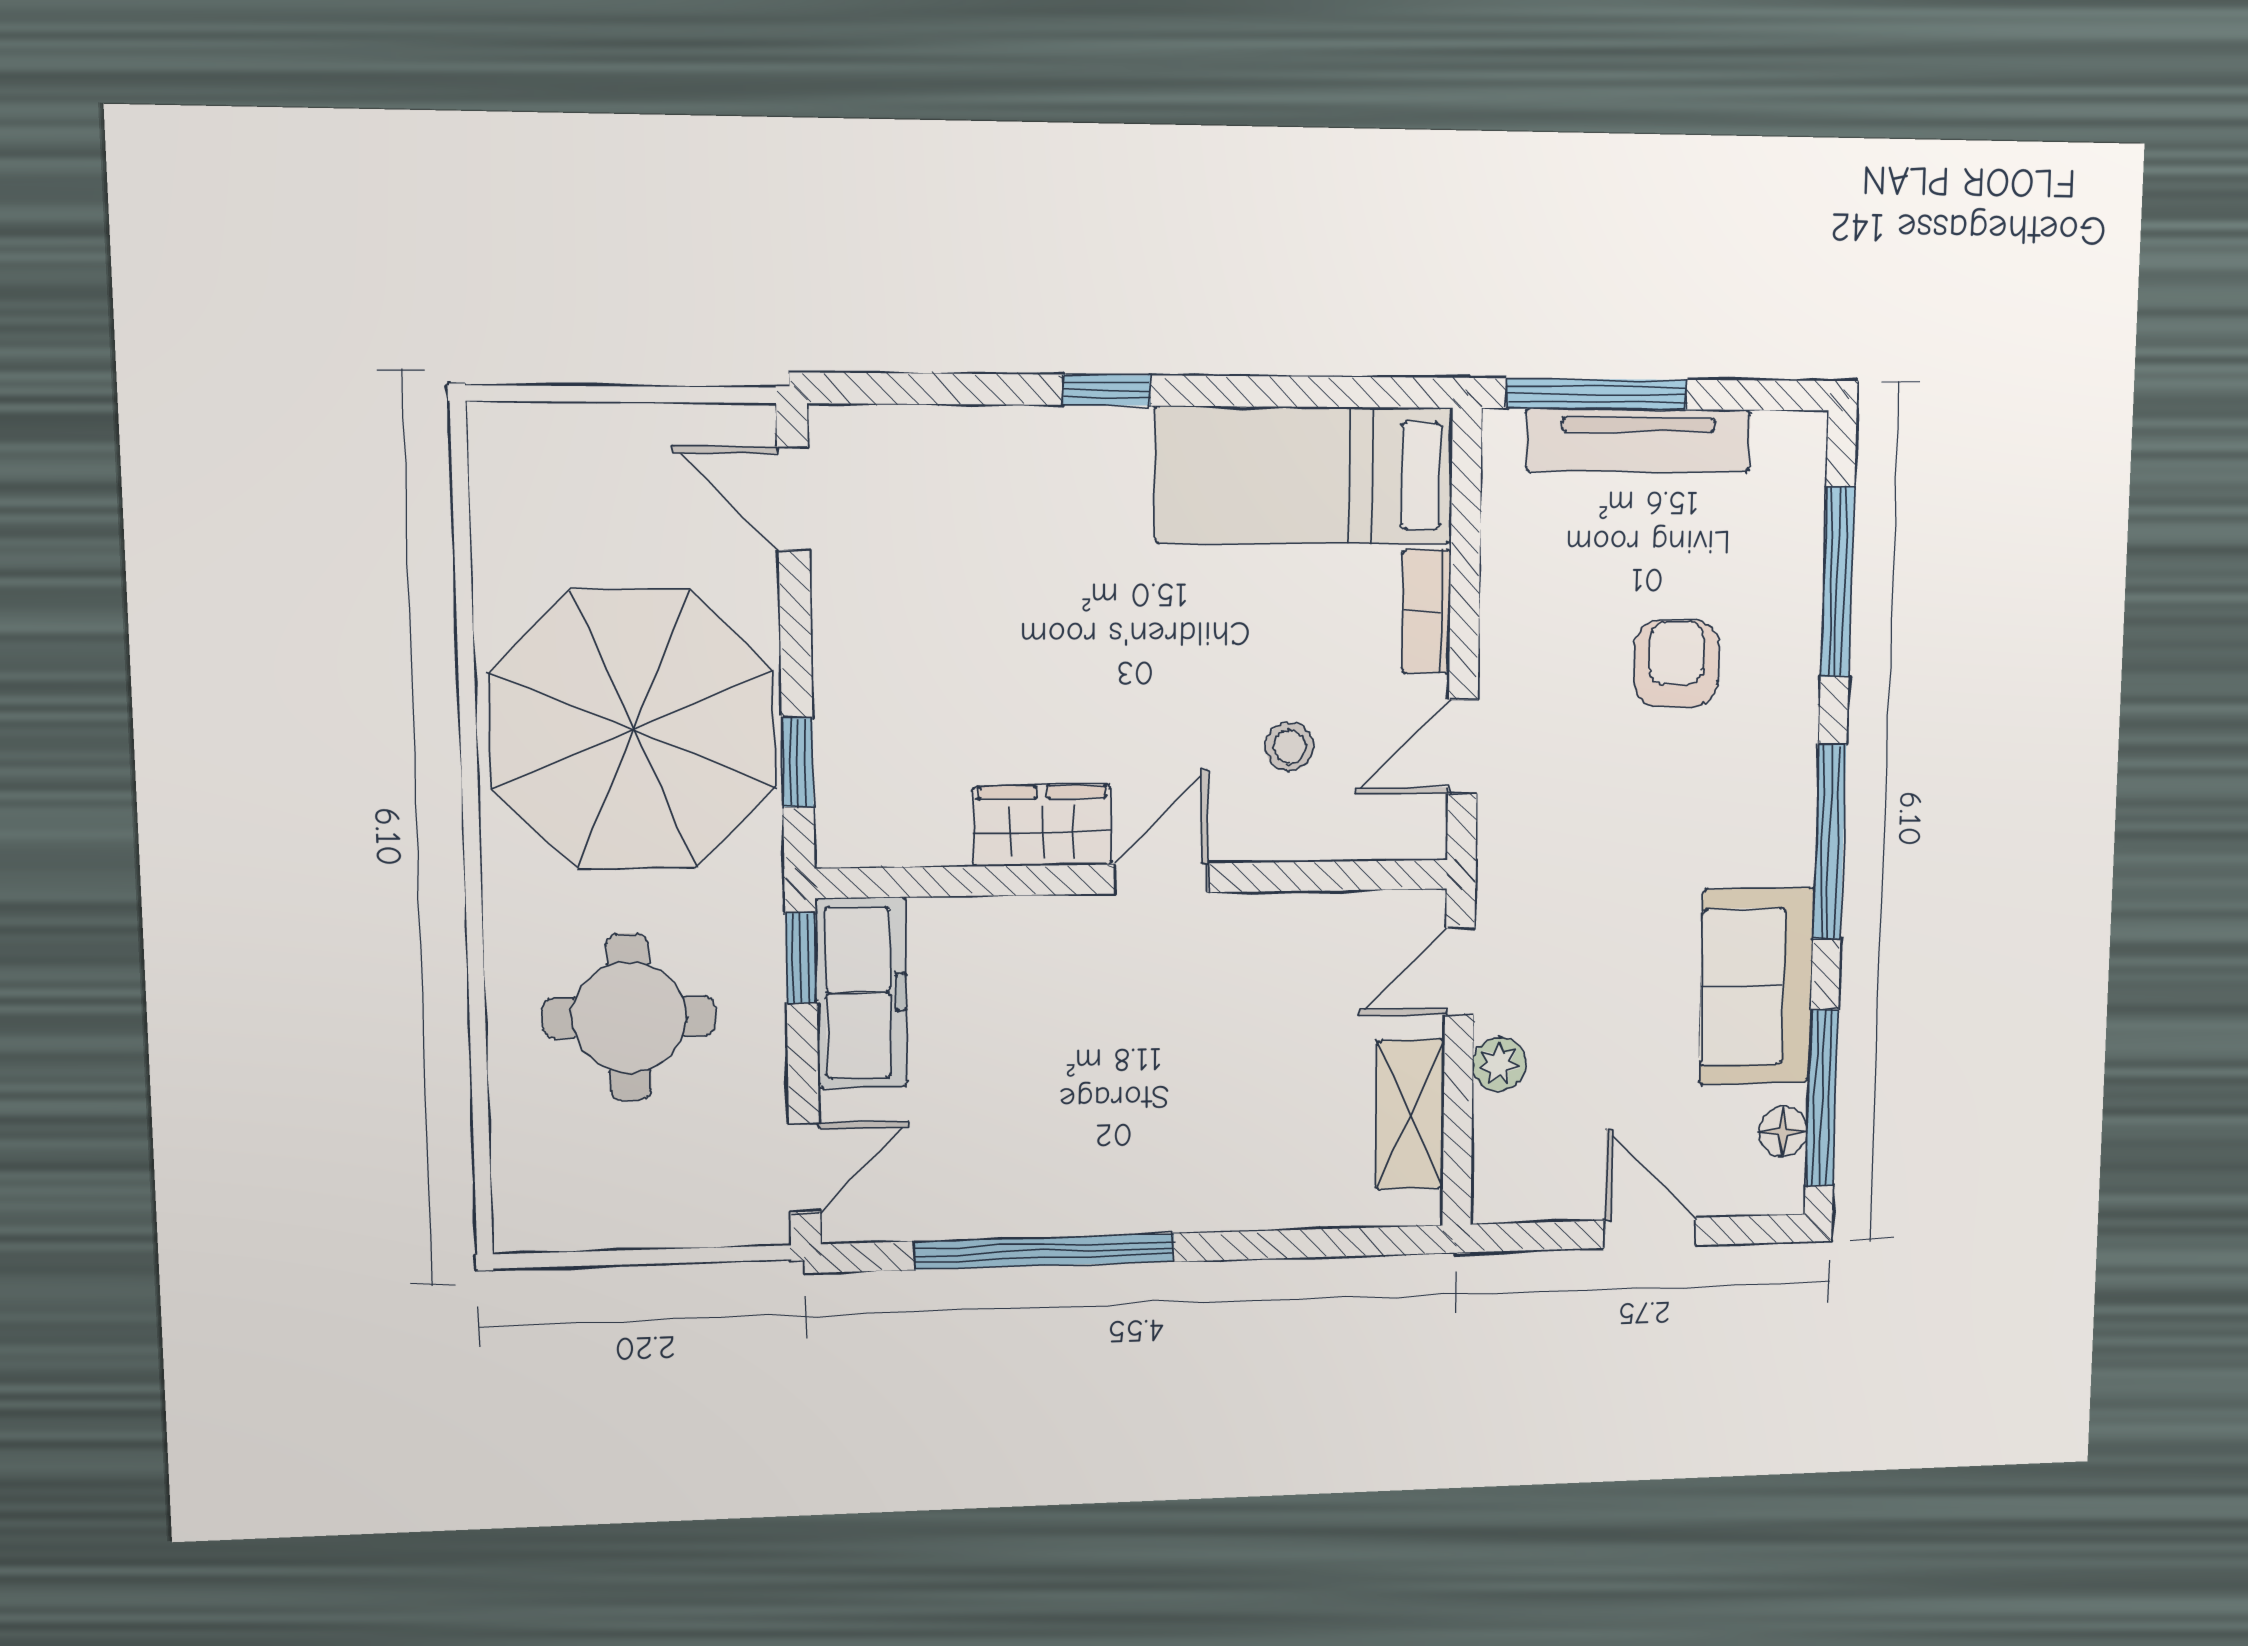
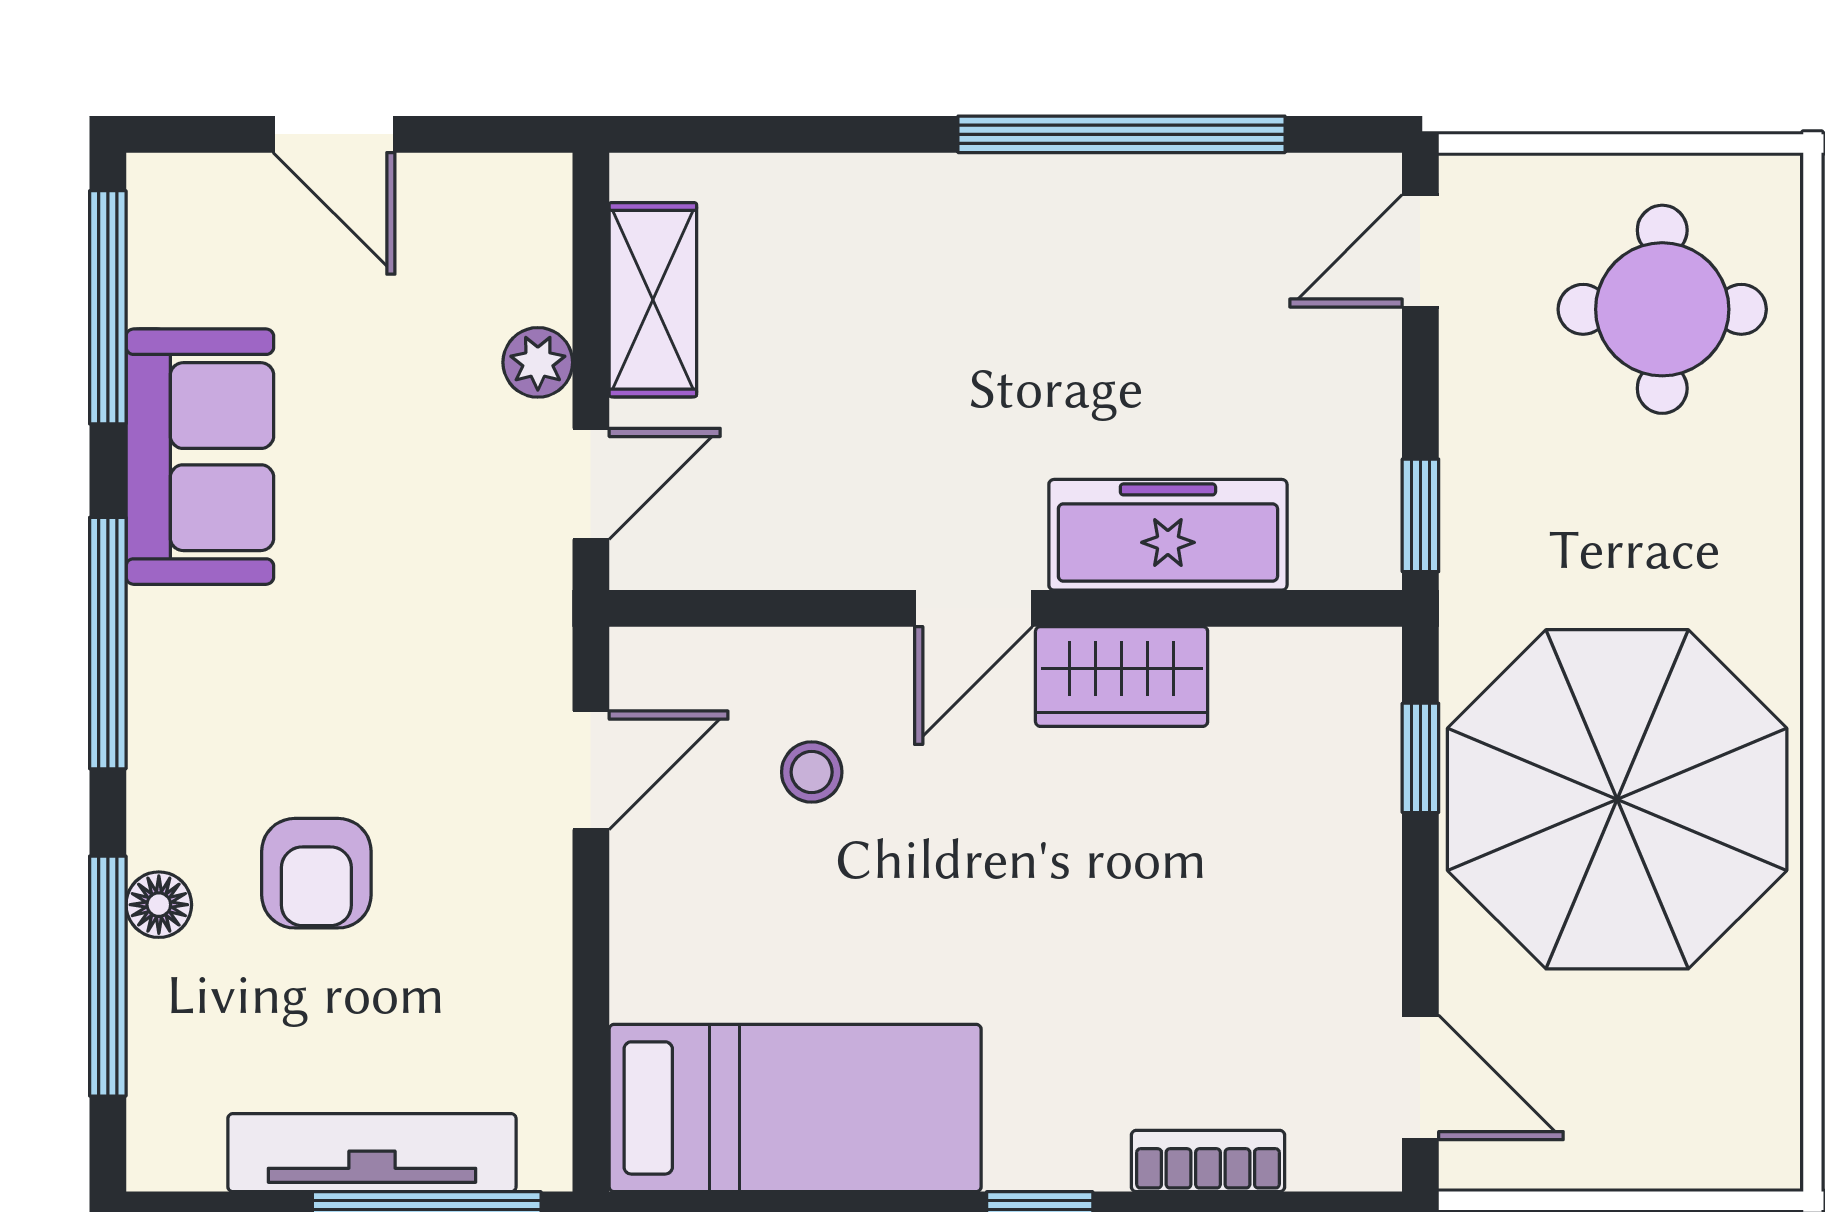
bookcase: (1426, 611) -> (1208, 1161), moved, turned -90
freezer: (862, 993) -> (1168, 535), moved, turned 90
round table: (629, 1017) -> (1662, 309), moved
floor lamp: (1783, 1132) -> (159, 905), moved

